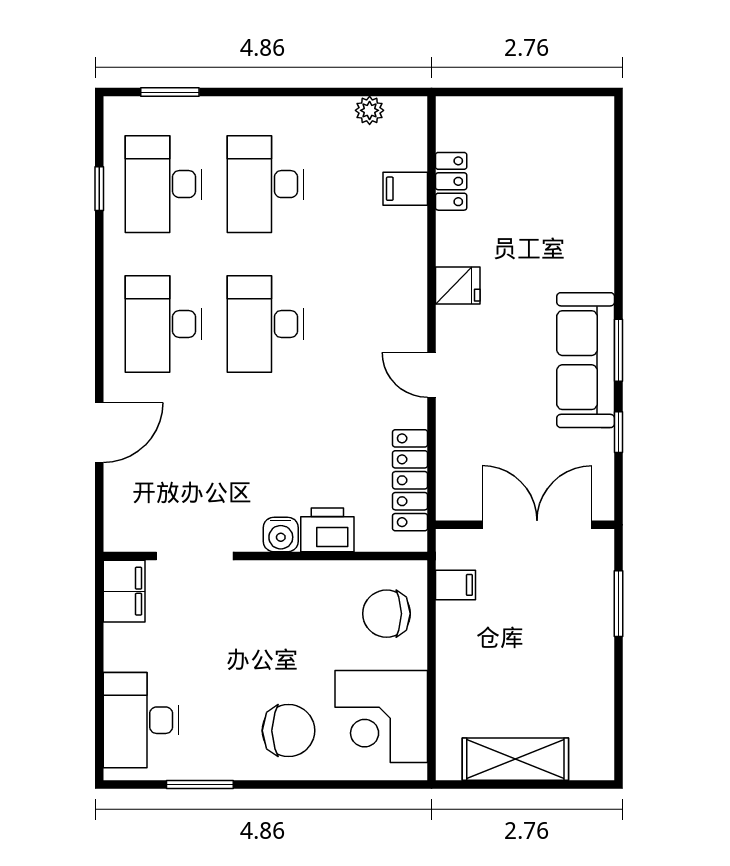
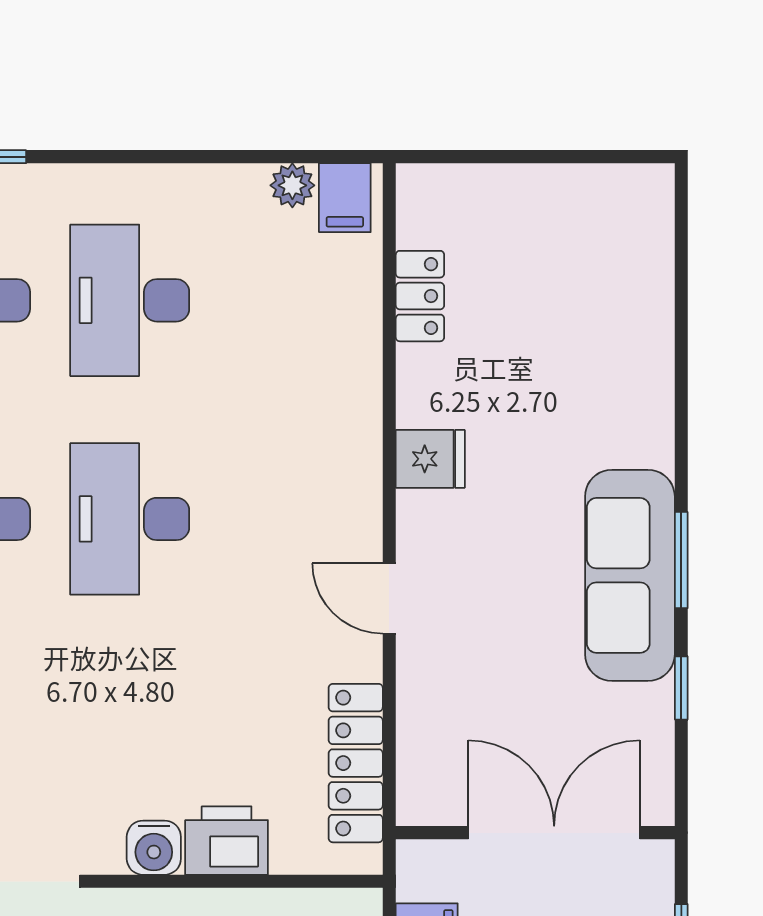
filing cabinet: (405, 189) -> (345, 198), moved, turned -90

